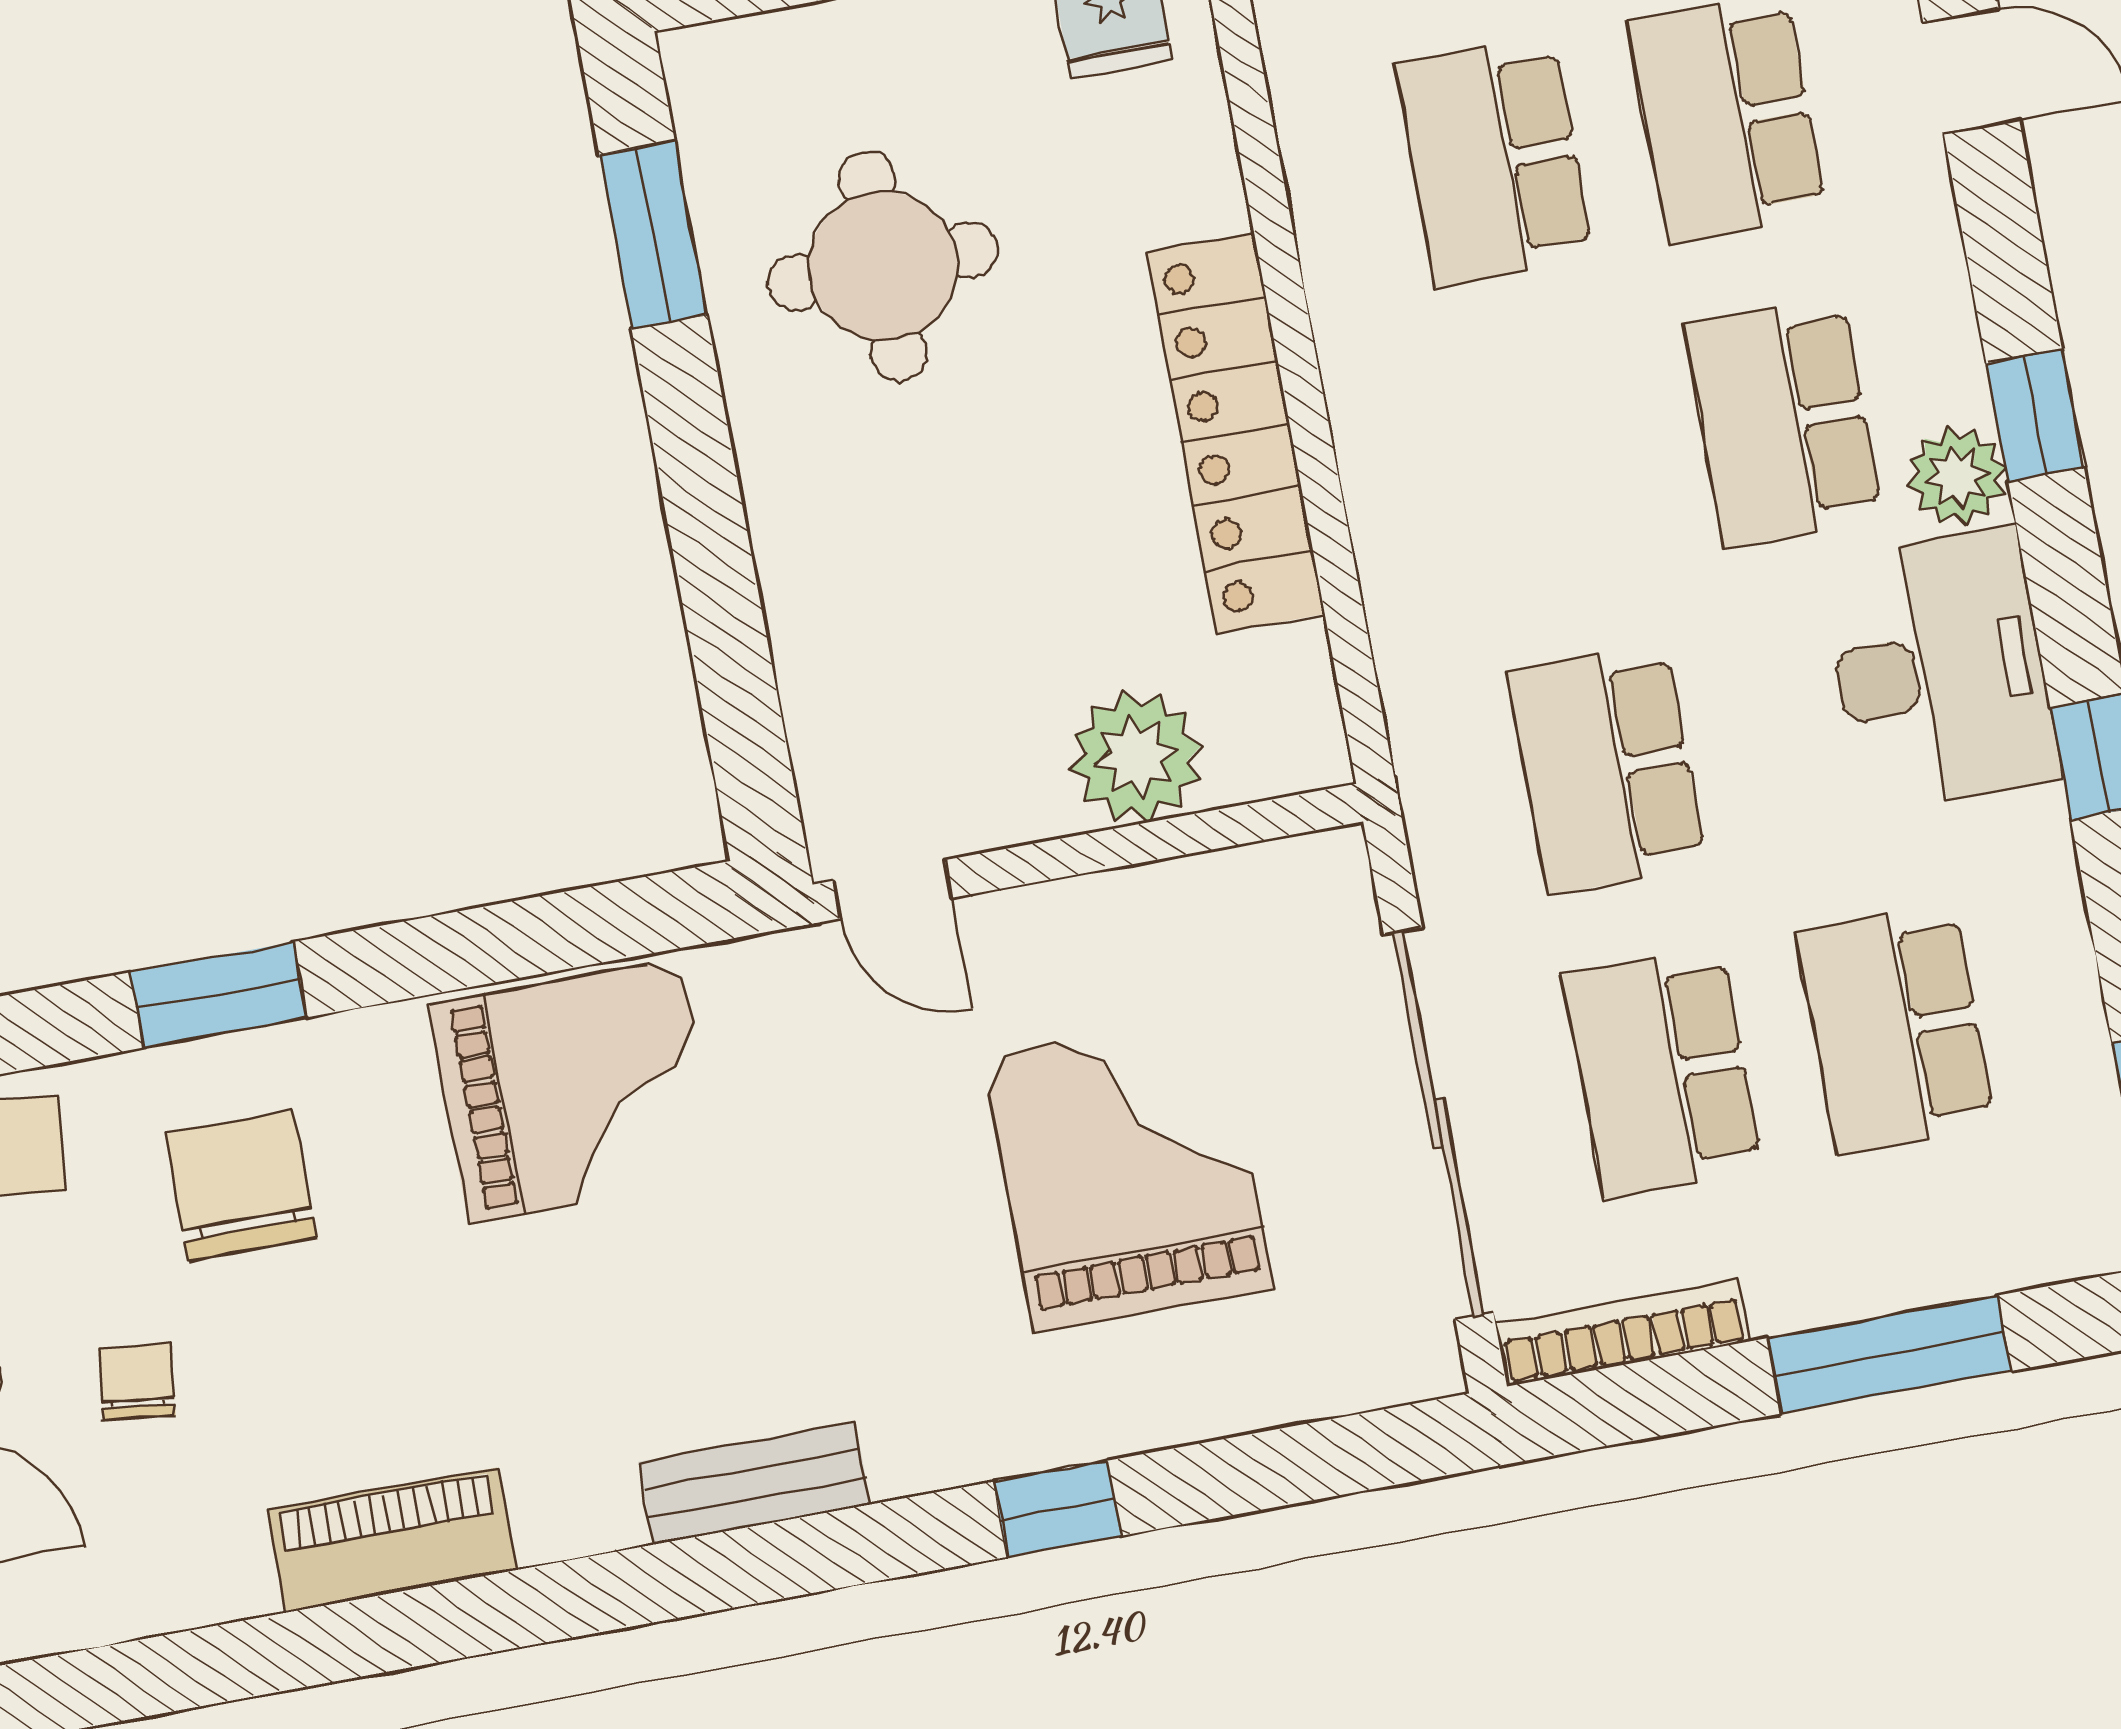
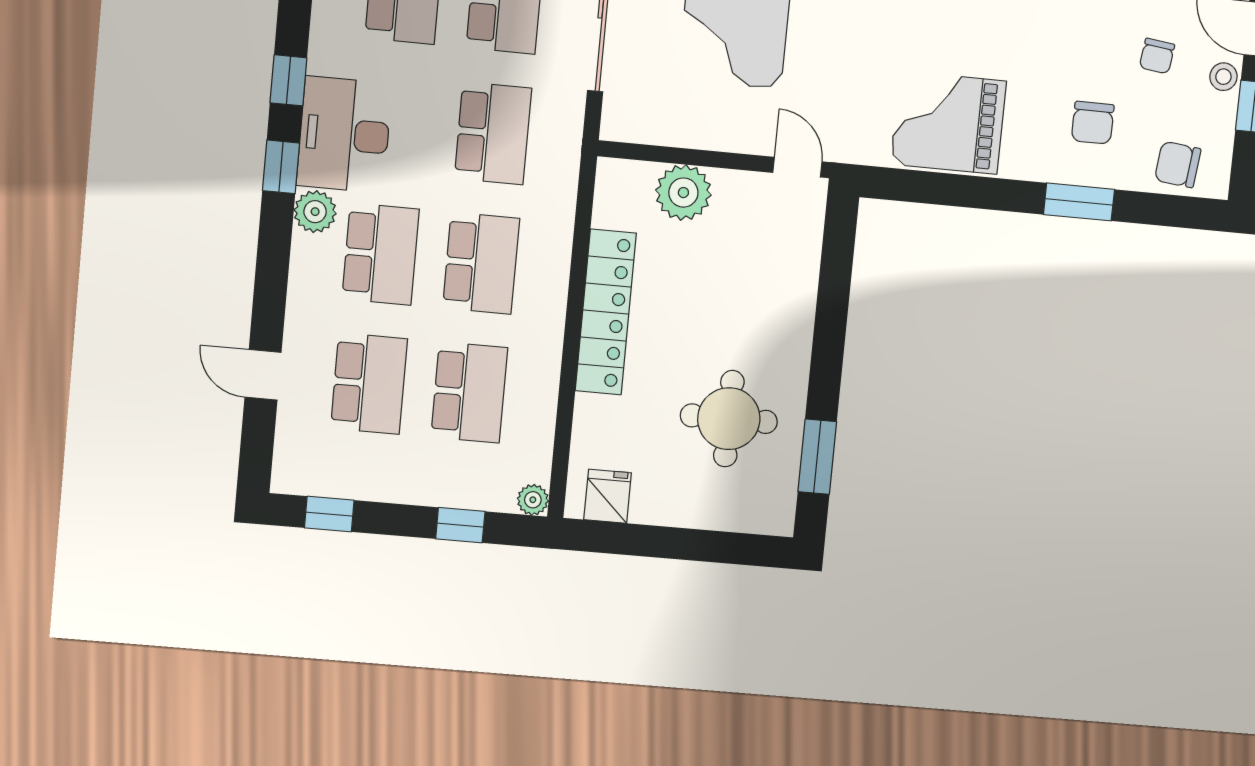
window: (2035, 415) -> (281, 167), moved
school desk: (1550, 465) -> (481, 263), added
chair: (241, 1186) -> (1093, 123), width x0.73, depth x0.73

